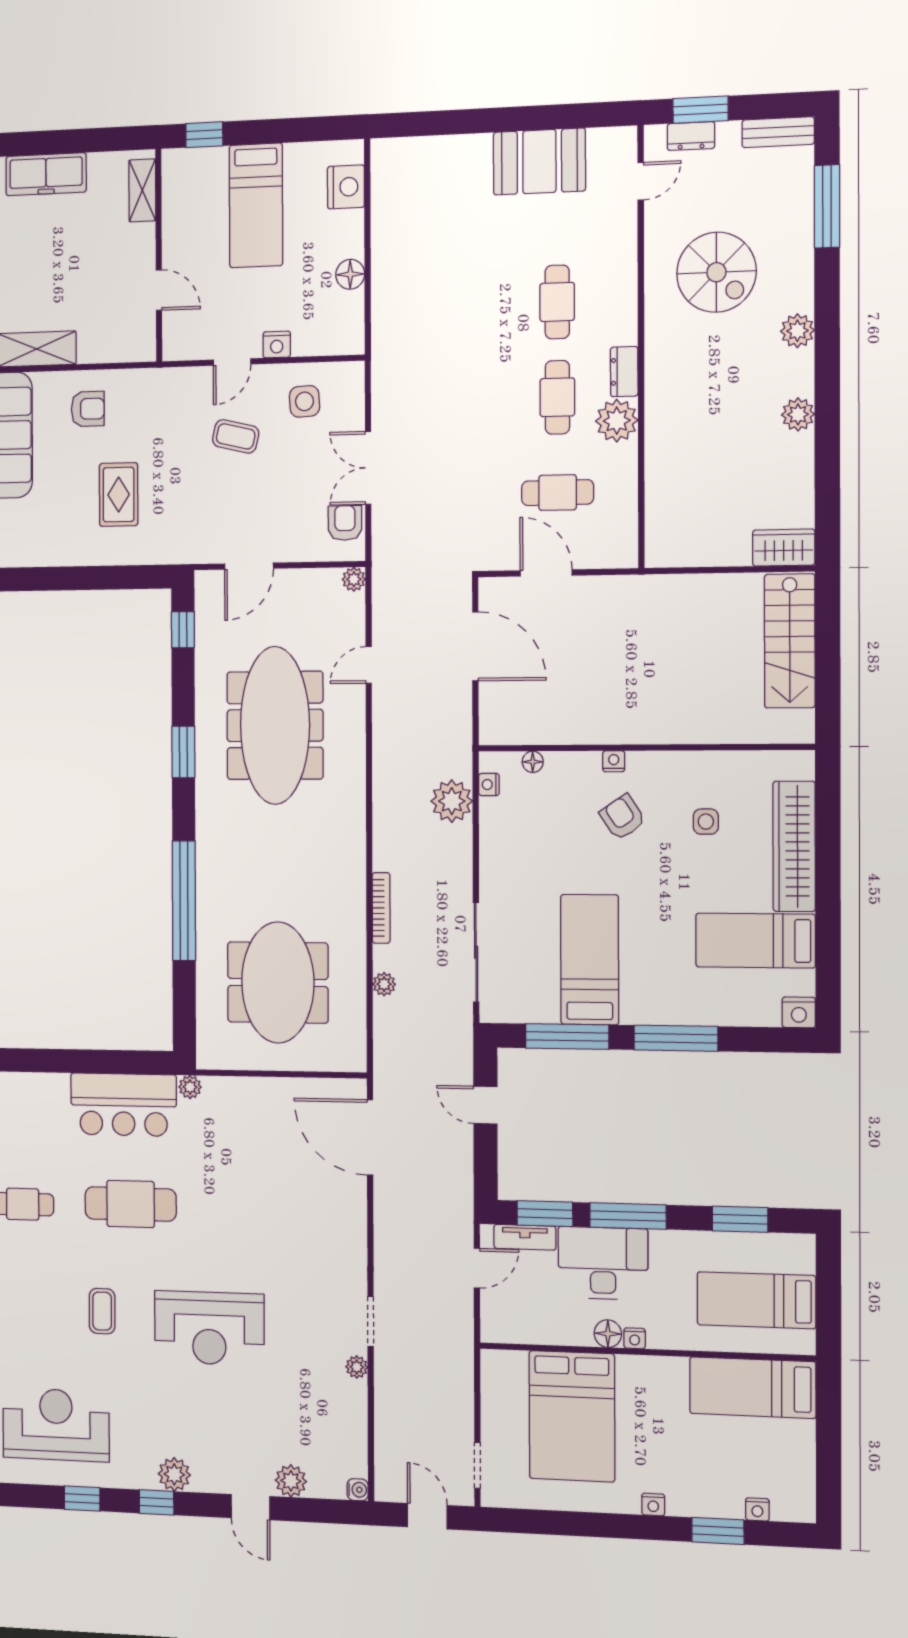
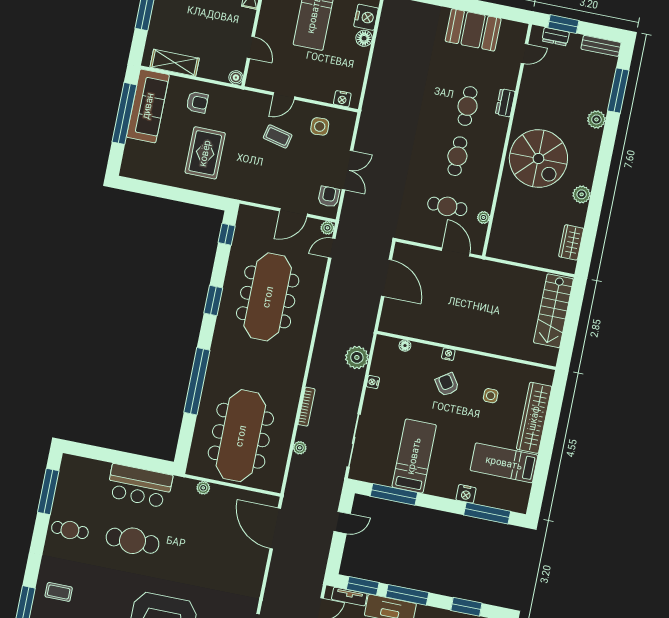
spiral stairs: (716, 272) -> (538, 158), moved, width x1.37, depth x1.37
floor lamp: (350, 274) -> (364, 38), moved
plant: (797, 331) -> (596, 119), moved
nightstand: (277, 344) -> (342, 99), moved
boiler: (144, 349) -> (236, 78), added
dresser: (624, 372) -> (505, 103), moved
plant: (617, 421) -> (483, 218), moved, width x0.53, depth x0.53
double door: (368, 468) -> (347, 170), swing flipped
rug: (119, 495) -> (205, 153), width x1.36, depth x1.43
wardrobe: (784, 548) -> (571, 242), moved, turned -90
door: (249, 566) -> (293, 213), moved
door: (546, 573) -> (456, 252), moved
door: (369, 665) -> (332, 248), moved
nightstand: (489, 785) -> (373, 382), moved
meeting table: (278, 982) -> (241, 436), width x1.36
nightstand: (799, 1012) -> (466, 494), moved
window: (676, 1038) -> (487, 513), moved
plant: (190, 1087) -> (203, 488), moved
door: (485, 1105) -> (342, 523), swing flipped
coffee table: (102, 1311) -> (59, 592), moved, turned 90

